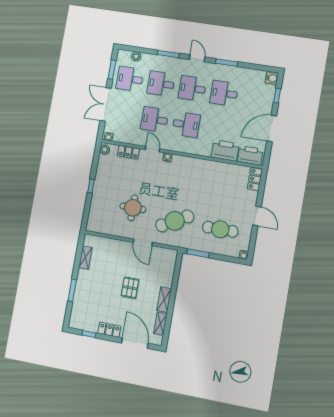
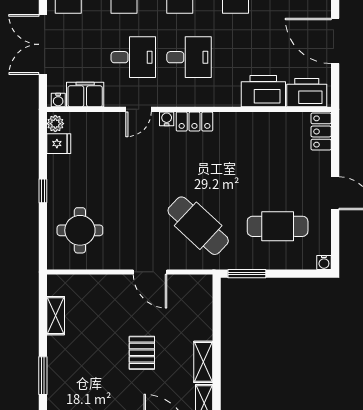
desk: (155, 119) -> (133, 57), turned 180
door: (272, 128) -> (335, 41), hinge flipped
filing cabinet: (124, 136) -> (85, 95), added
door: (152, 149) -> (139, 109), swing flipped
locker: (128, 152) -> (194, 121), moved
fridge: (105, 161) -> (59, 144), added
round table: (133, 208) -> (80, 230), moved
cafe table: (175, 221) -> (198, 226), turned 72

